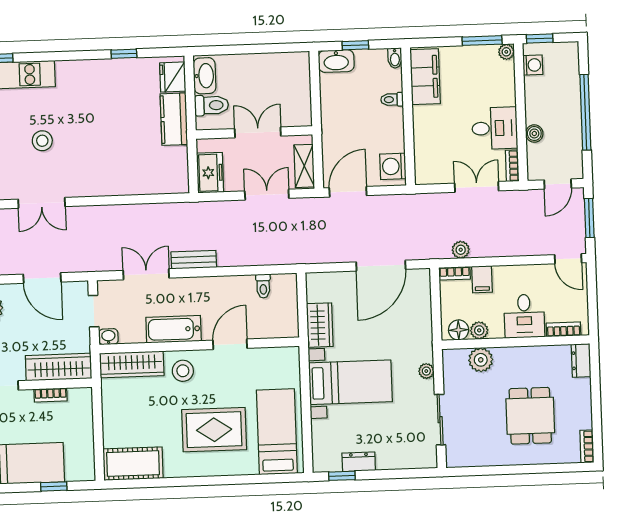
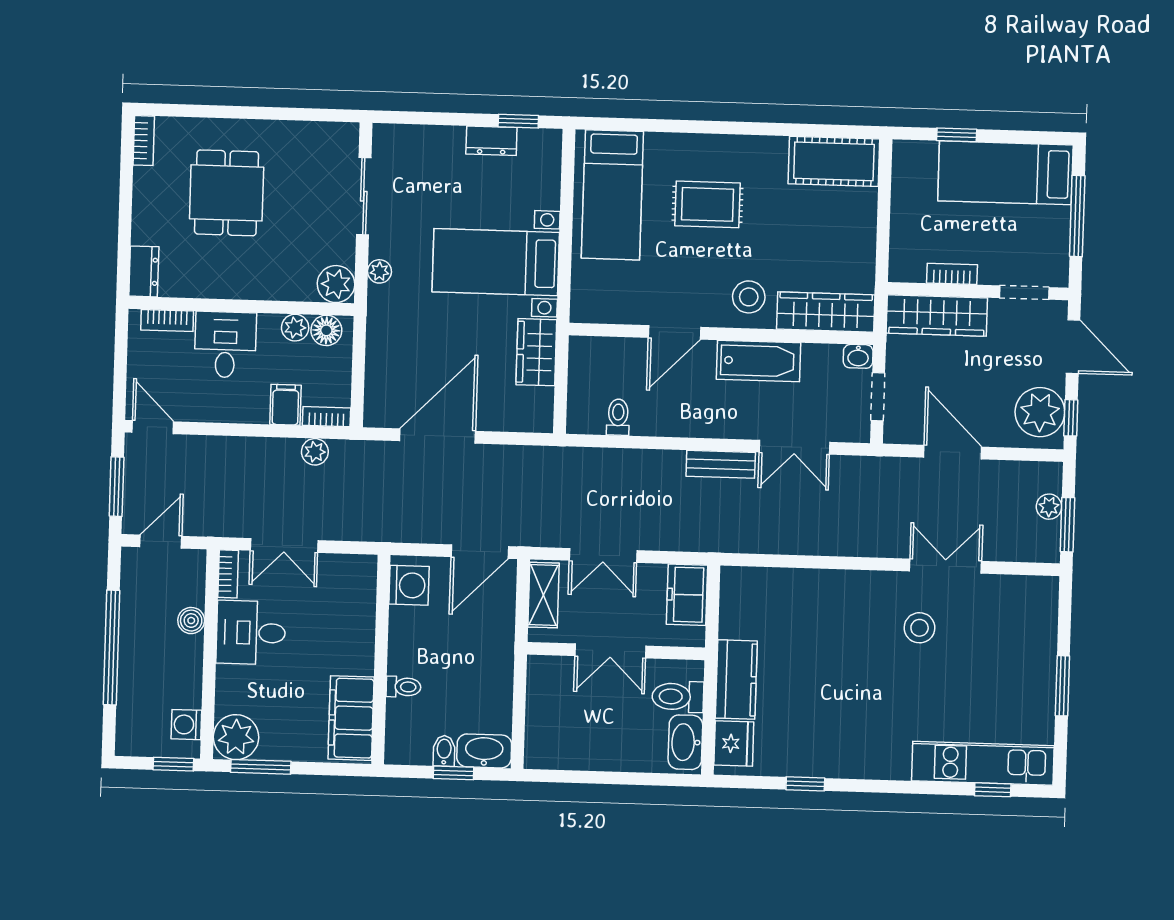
plant: (506, 52) -> (236, 737), width x1.88, depth x1.88
bidet: (395, 58) -> (444, 751), moved
stool: (42, 141) -> (920, 628), moved
plant: (481, 360) -> (336, 284), moved
rug: (214, 430) -> (707, 204), width x0.73, depth x0.70

